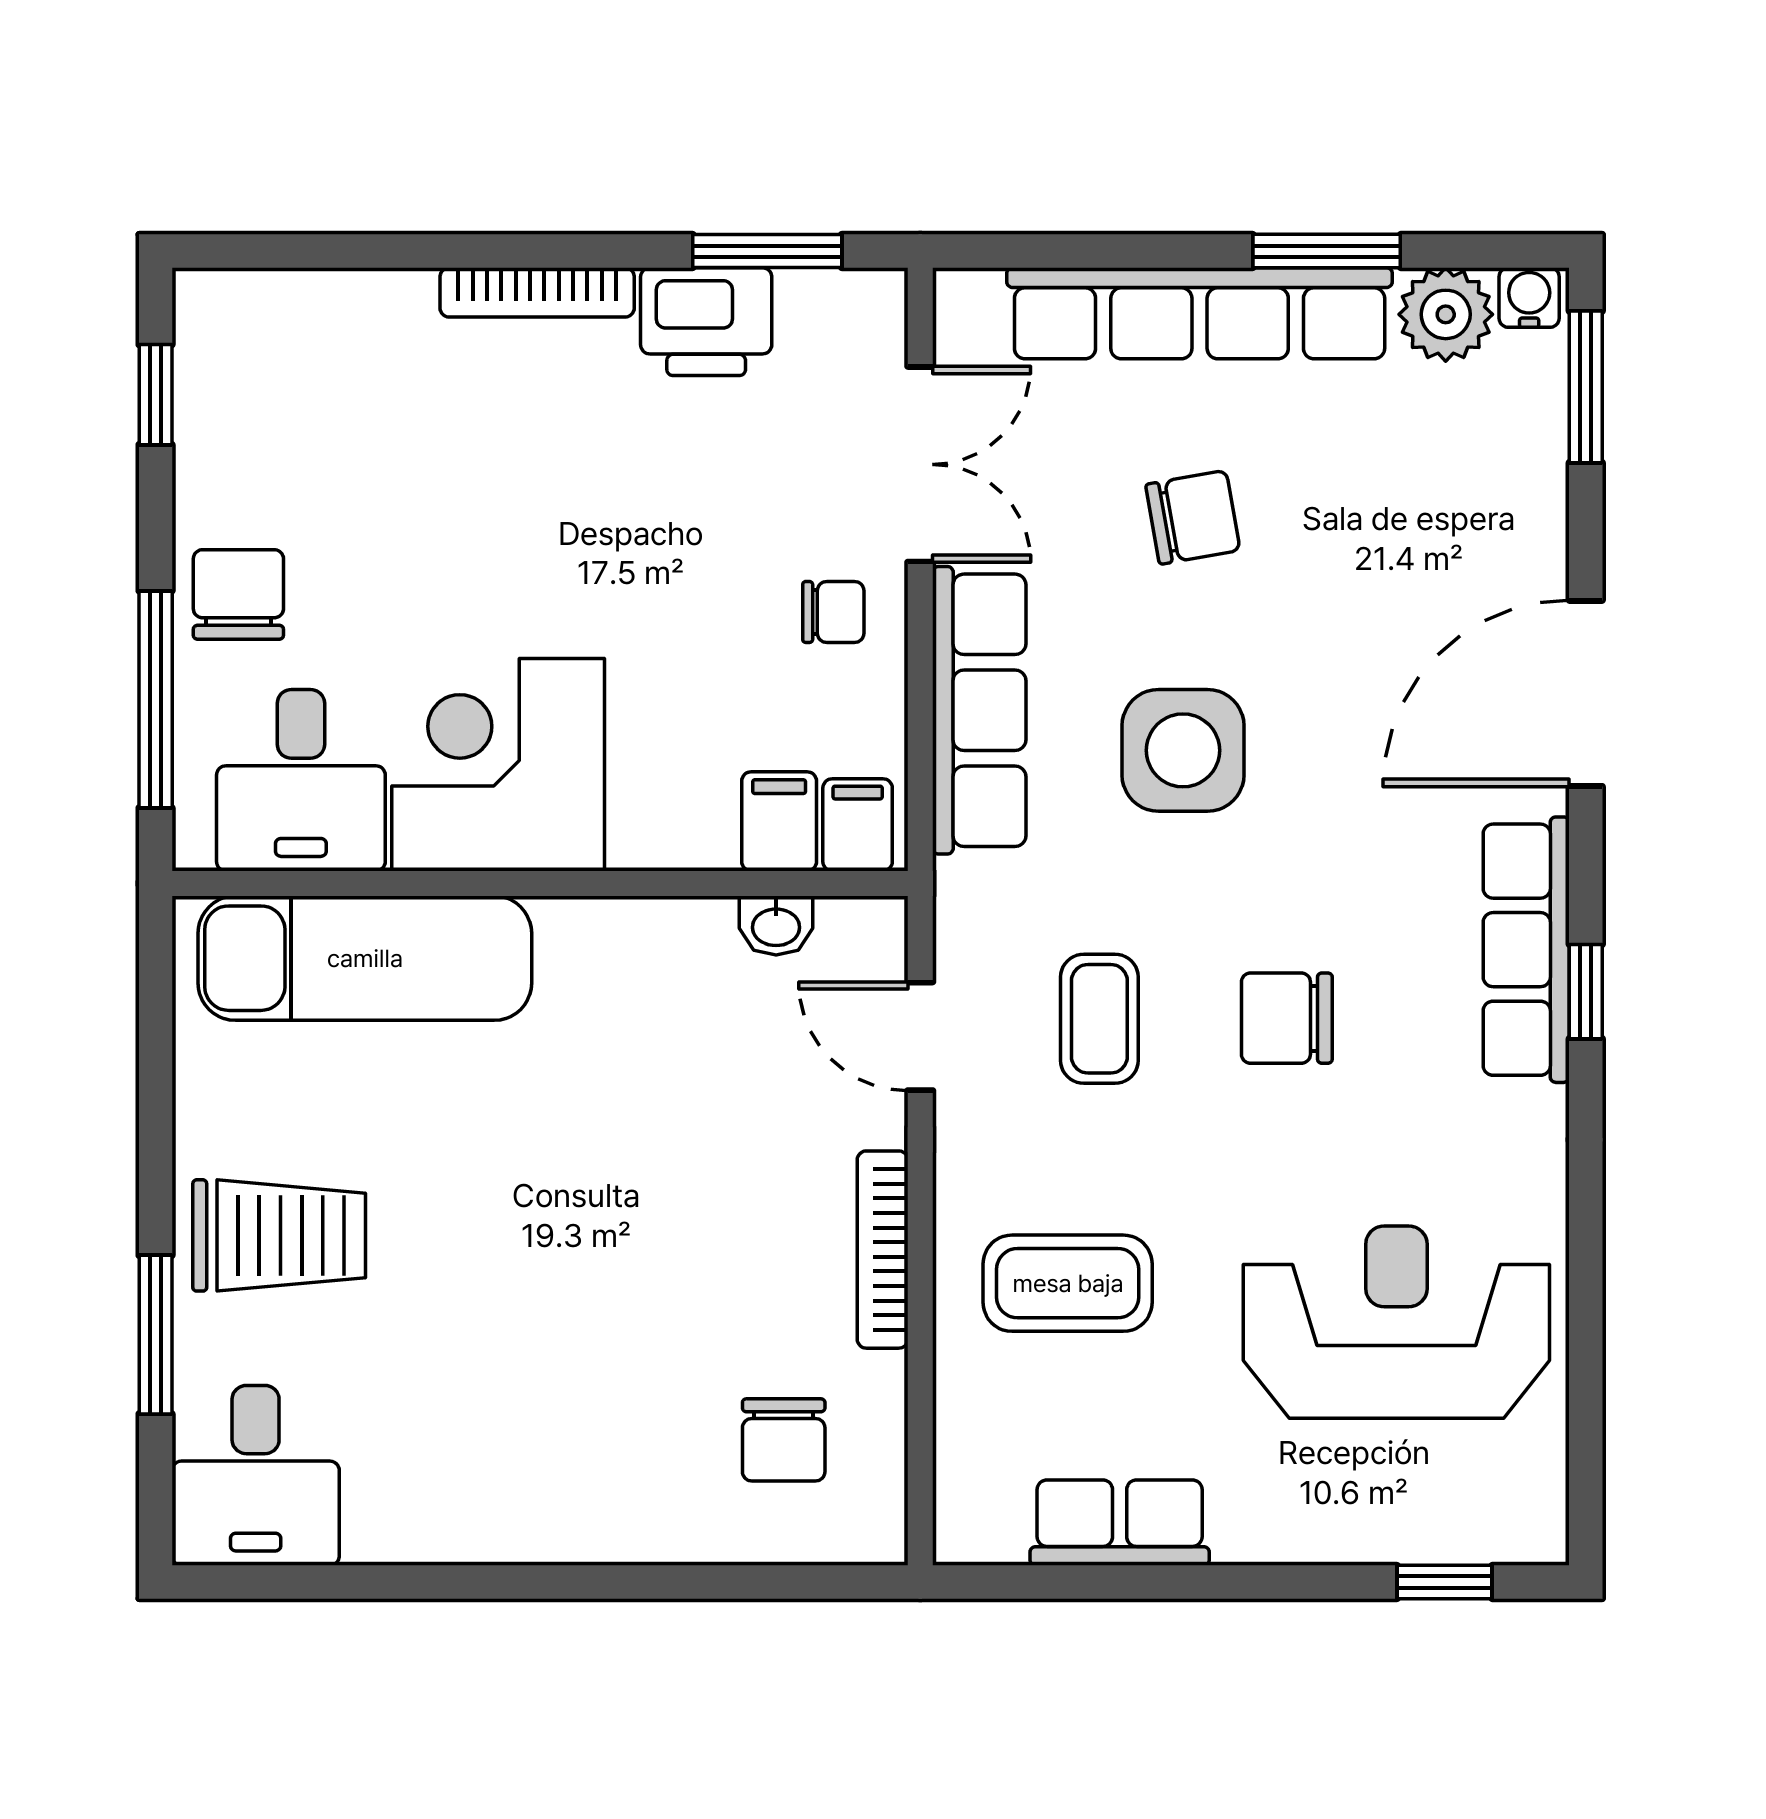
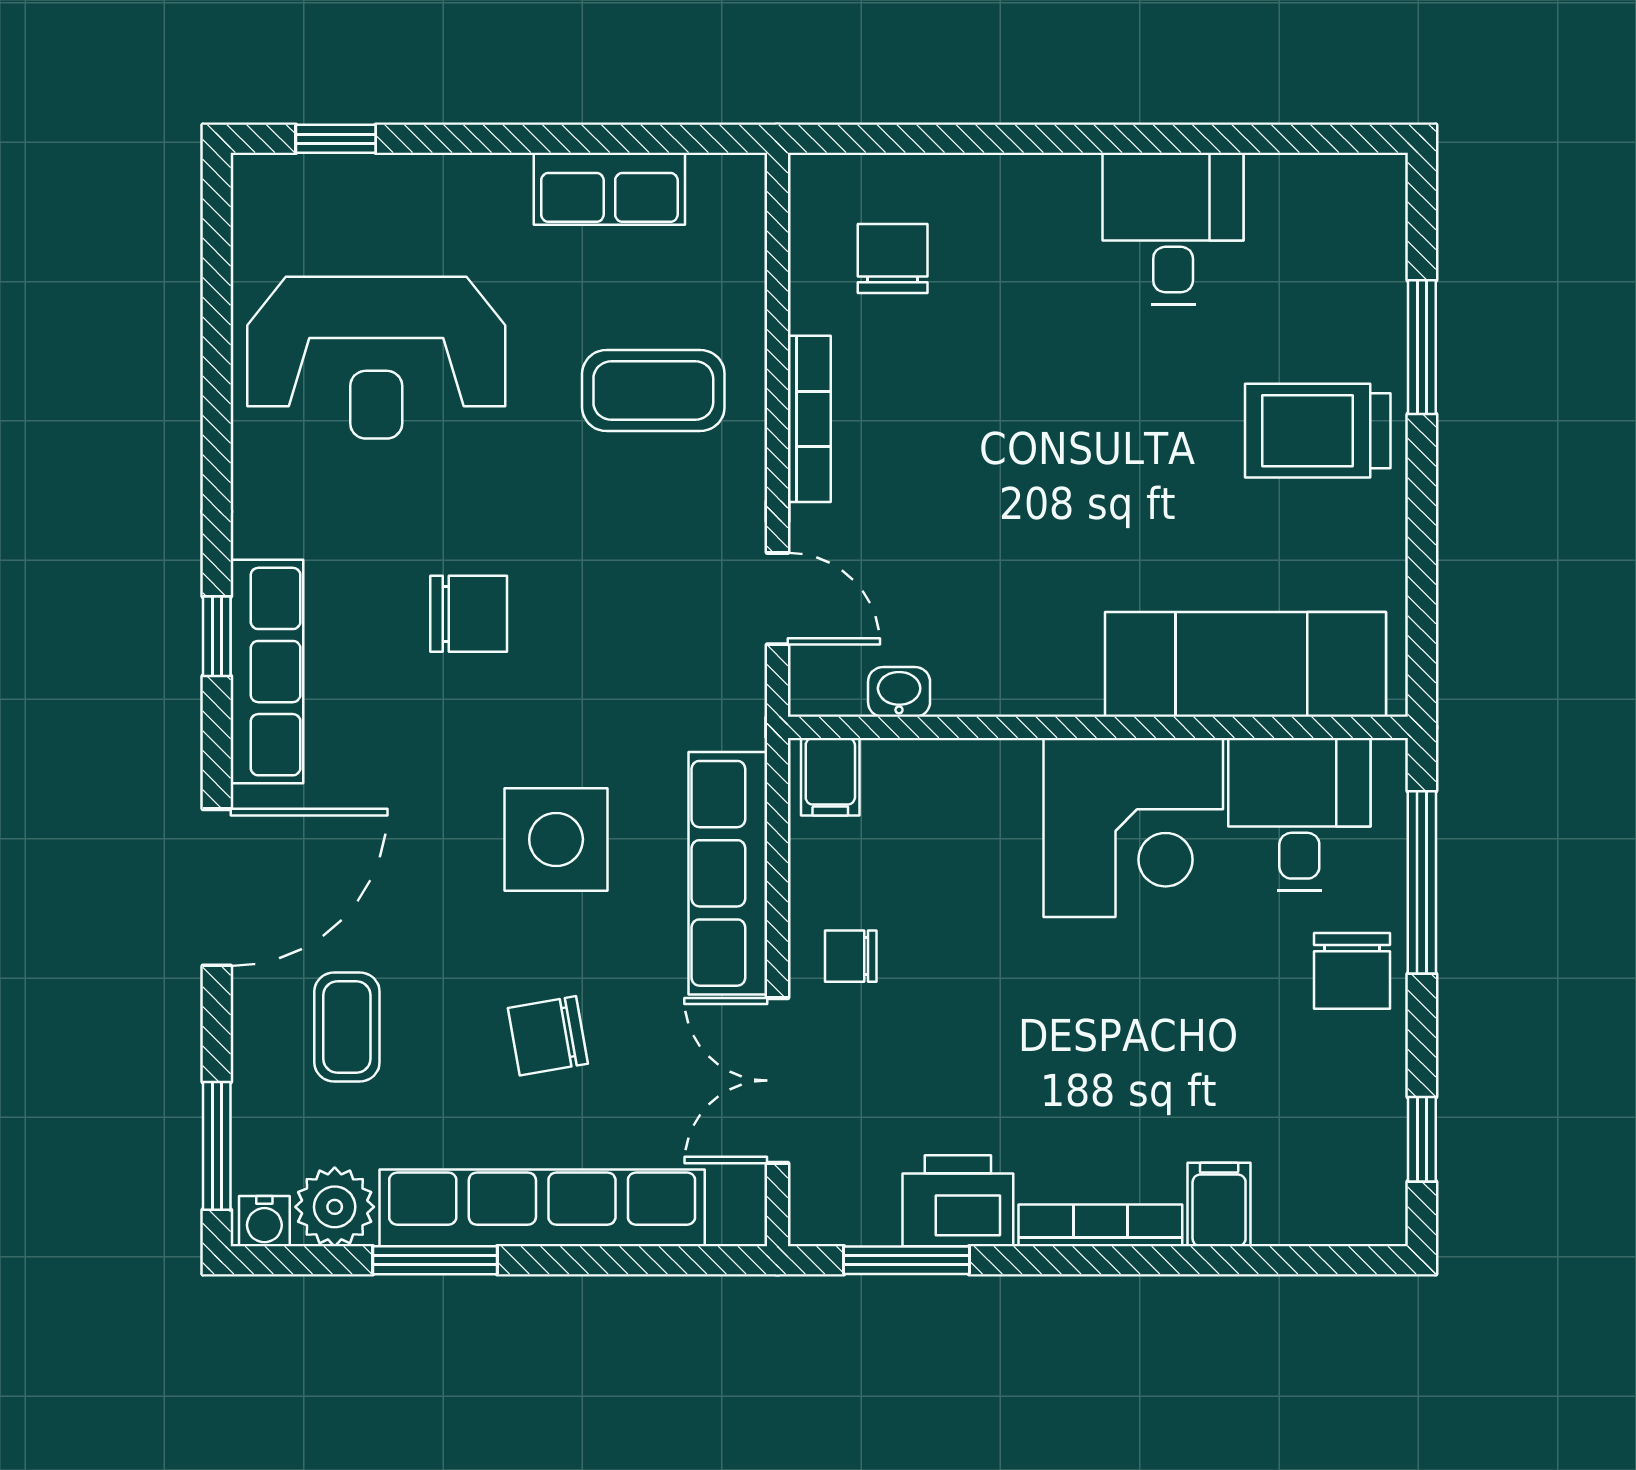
filing cabinet: (779, 821) -> (1219, 1205), moved, turned 180
coffee table: (1099, 1019) -> (347, 1027), moved
desk: (256, 1475) -> (1173, 229), moved

